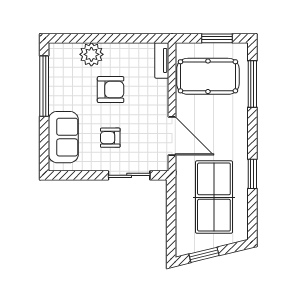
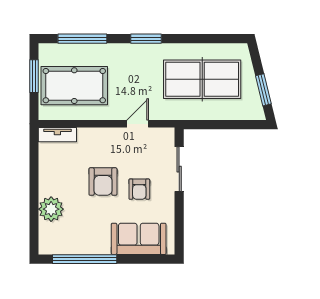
pool table: (208, 76) -> (74, 86), turned 90
armchair: (111, 90) -> (103, 182), moved, turned 180
door: (172, 136) -> (138, 124), width x0.53
window: (252, 174) -> (146, 39), moved

